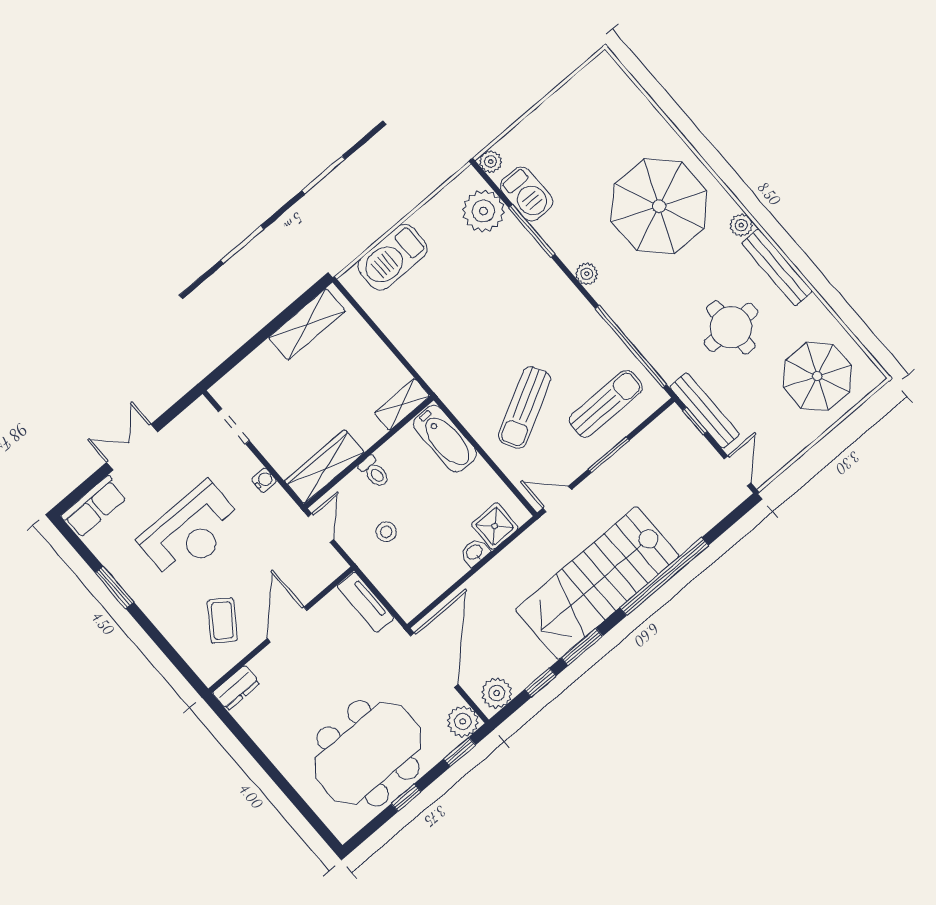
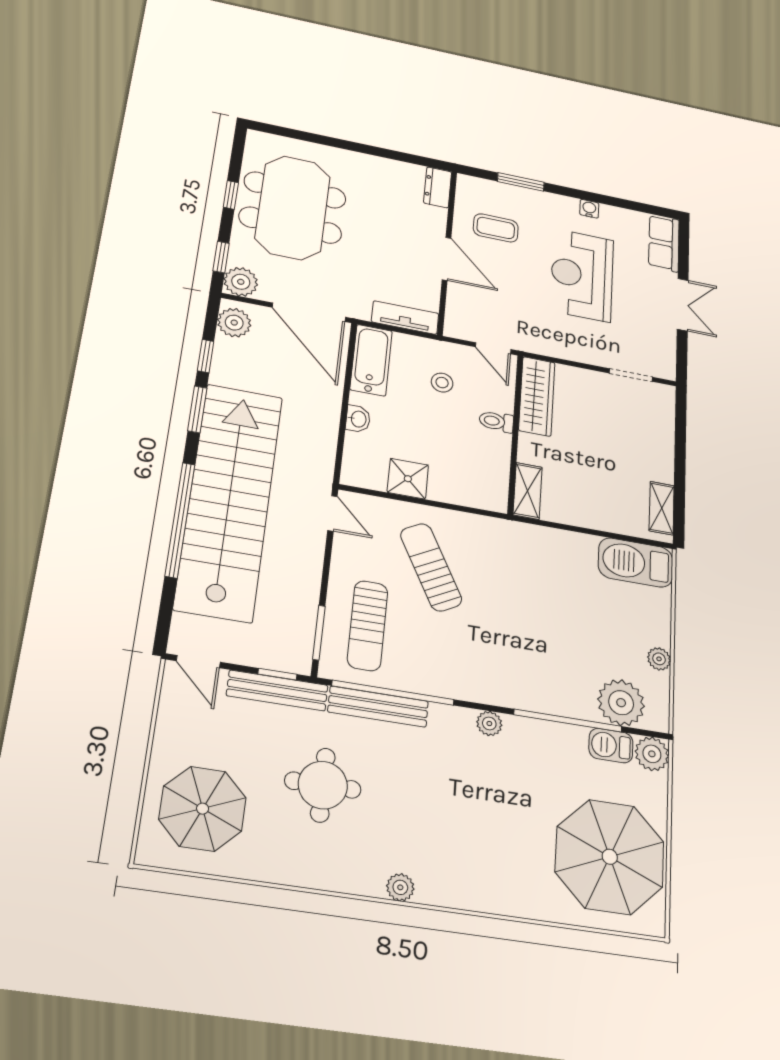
plant: (491, 162) -> (652, 754), width x1.38, depth x1.38
barbecue: (527, 194) -> (611, 746), width x0.73, depth x0.79
parasol: (659, 206) -> (610, 857), moved
plant: (426, 216) -> (659, 659), added
window: (532, 231) -> (568, 721), width x1.46
barbecue: (393, 257) -> (636, 563), moved, turned -90
bench: (777, 267) -> (378, 707), moved
shelving: (307, 324) -> (662, 508), width x0.67, depth x0.75
bathtub: (445, 439) -> (371, 360), moved, turned 90
window: (609, 455) -> (319, 633), moved
water cooler: (264, 480) -> (589, 209), moved, turned 180
door: (557, 499) -> (332, 513), hinge flipped
shower: (495, 526) -> (408, 479), moved
stairs: (597, 583) -> (229, 501), width x1.36
window: (114, 587) -> (521, 182), moved
coffee table: (222, 621) -> (496, 228), turned -35

